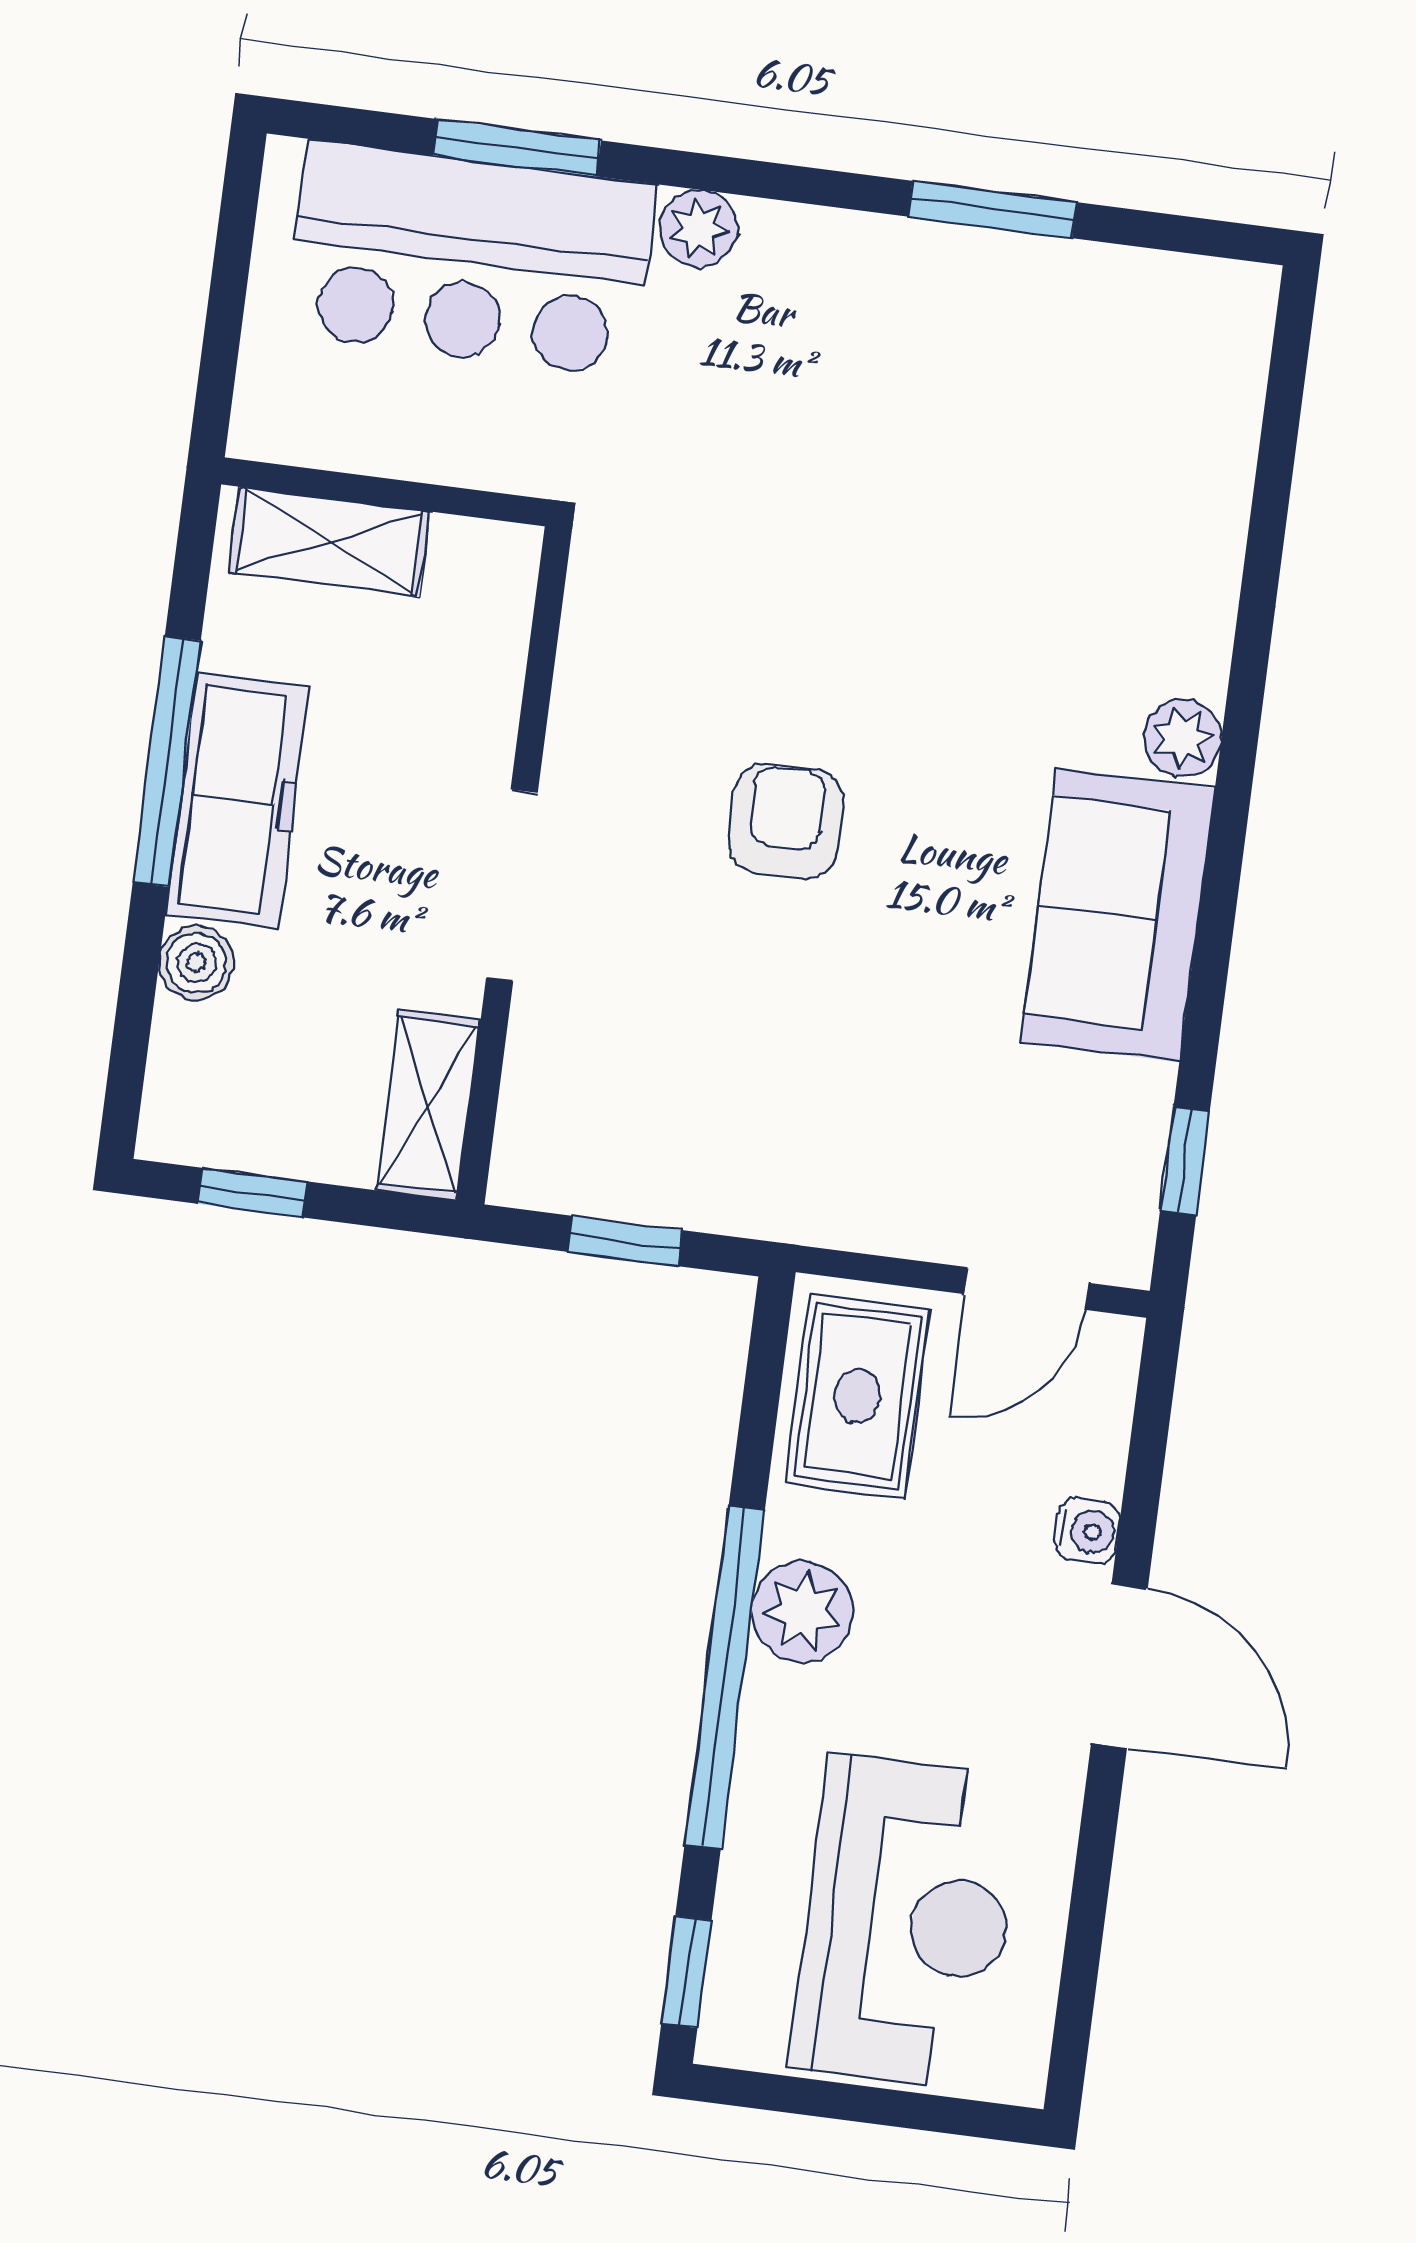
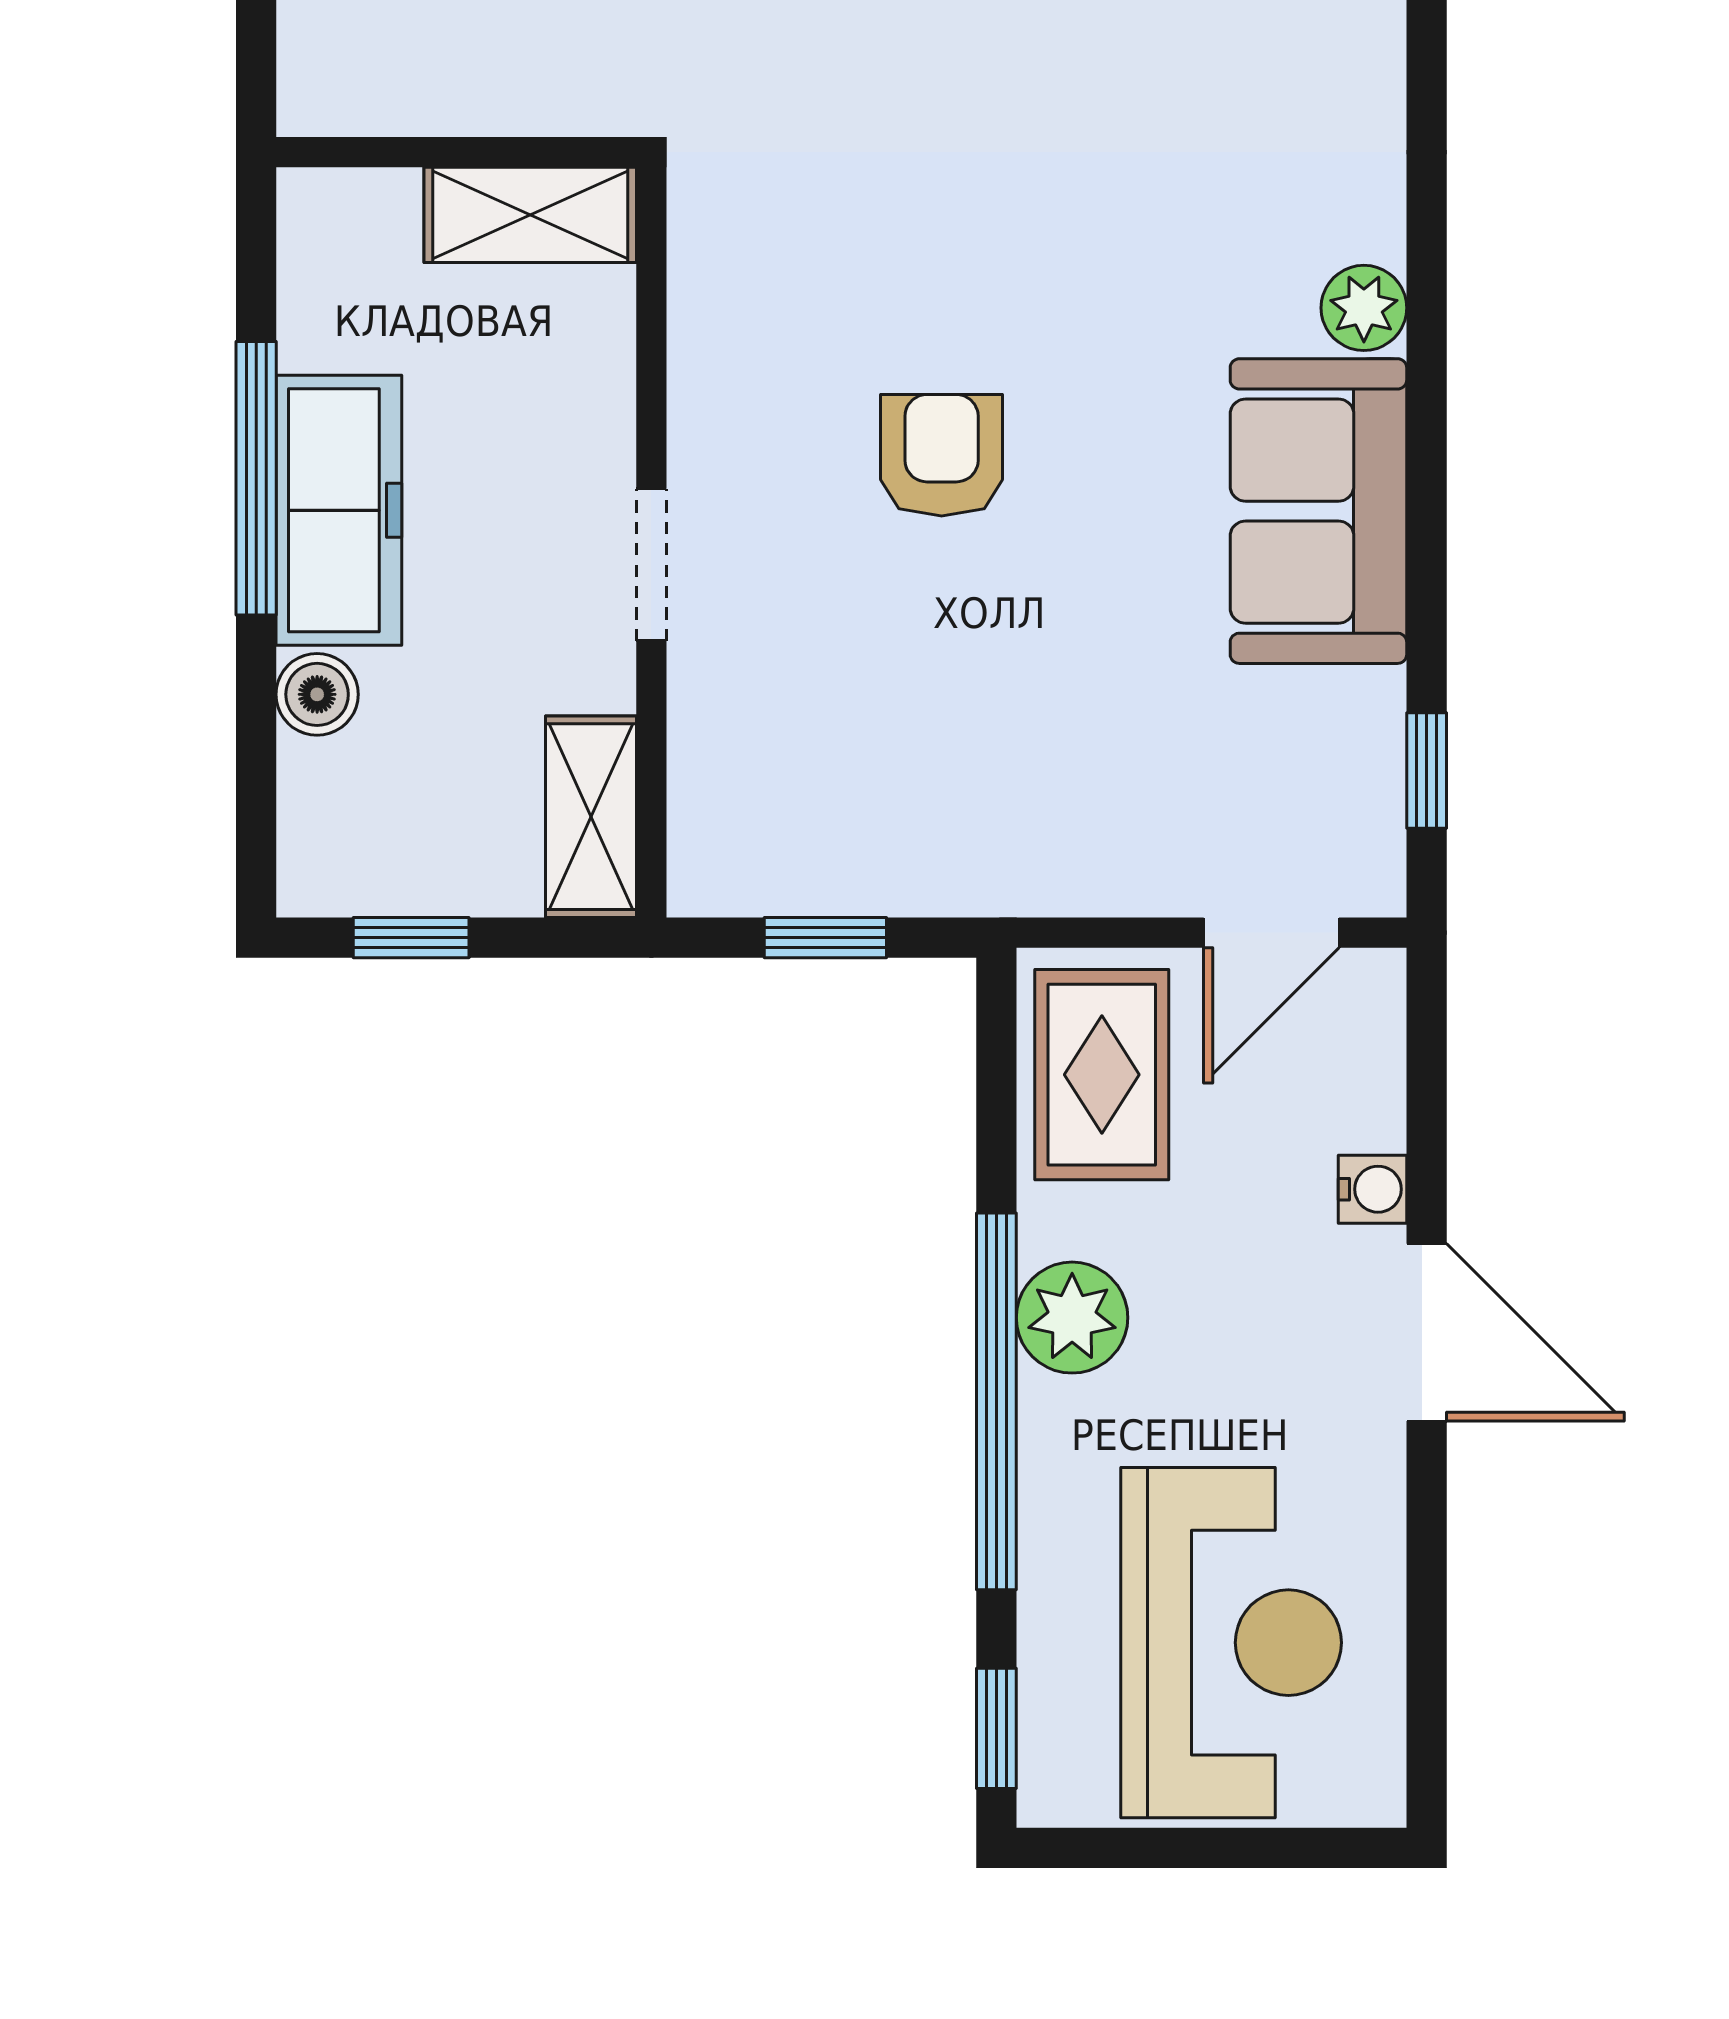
shelving: (329, 542) -> (530, 215), moved
doorway: (512, 885) -> (651, 565), width x0.73

